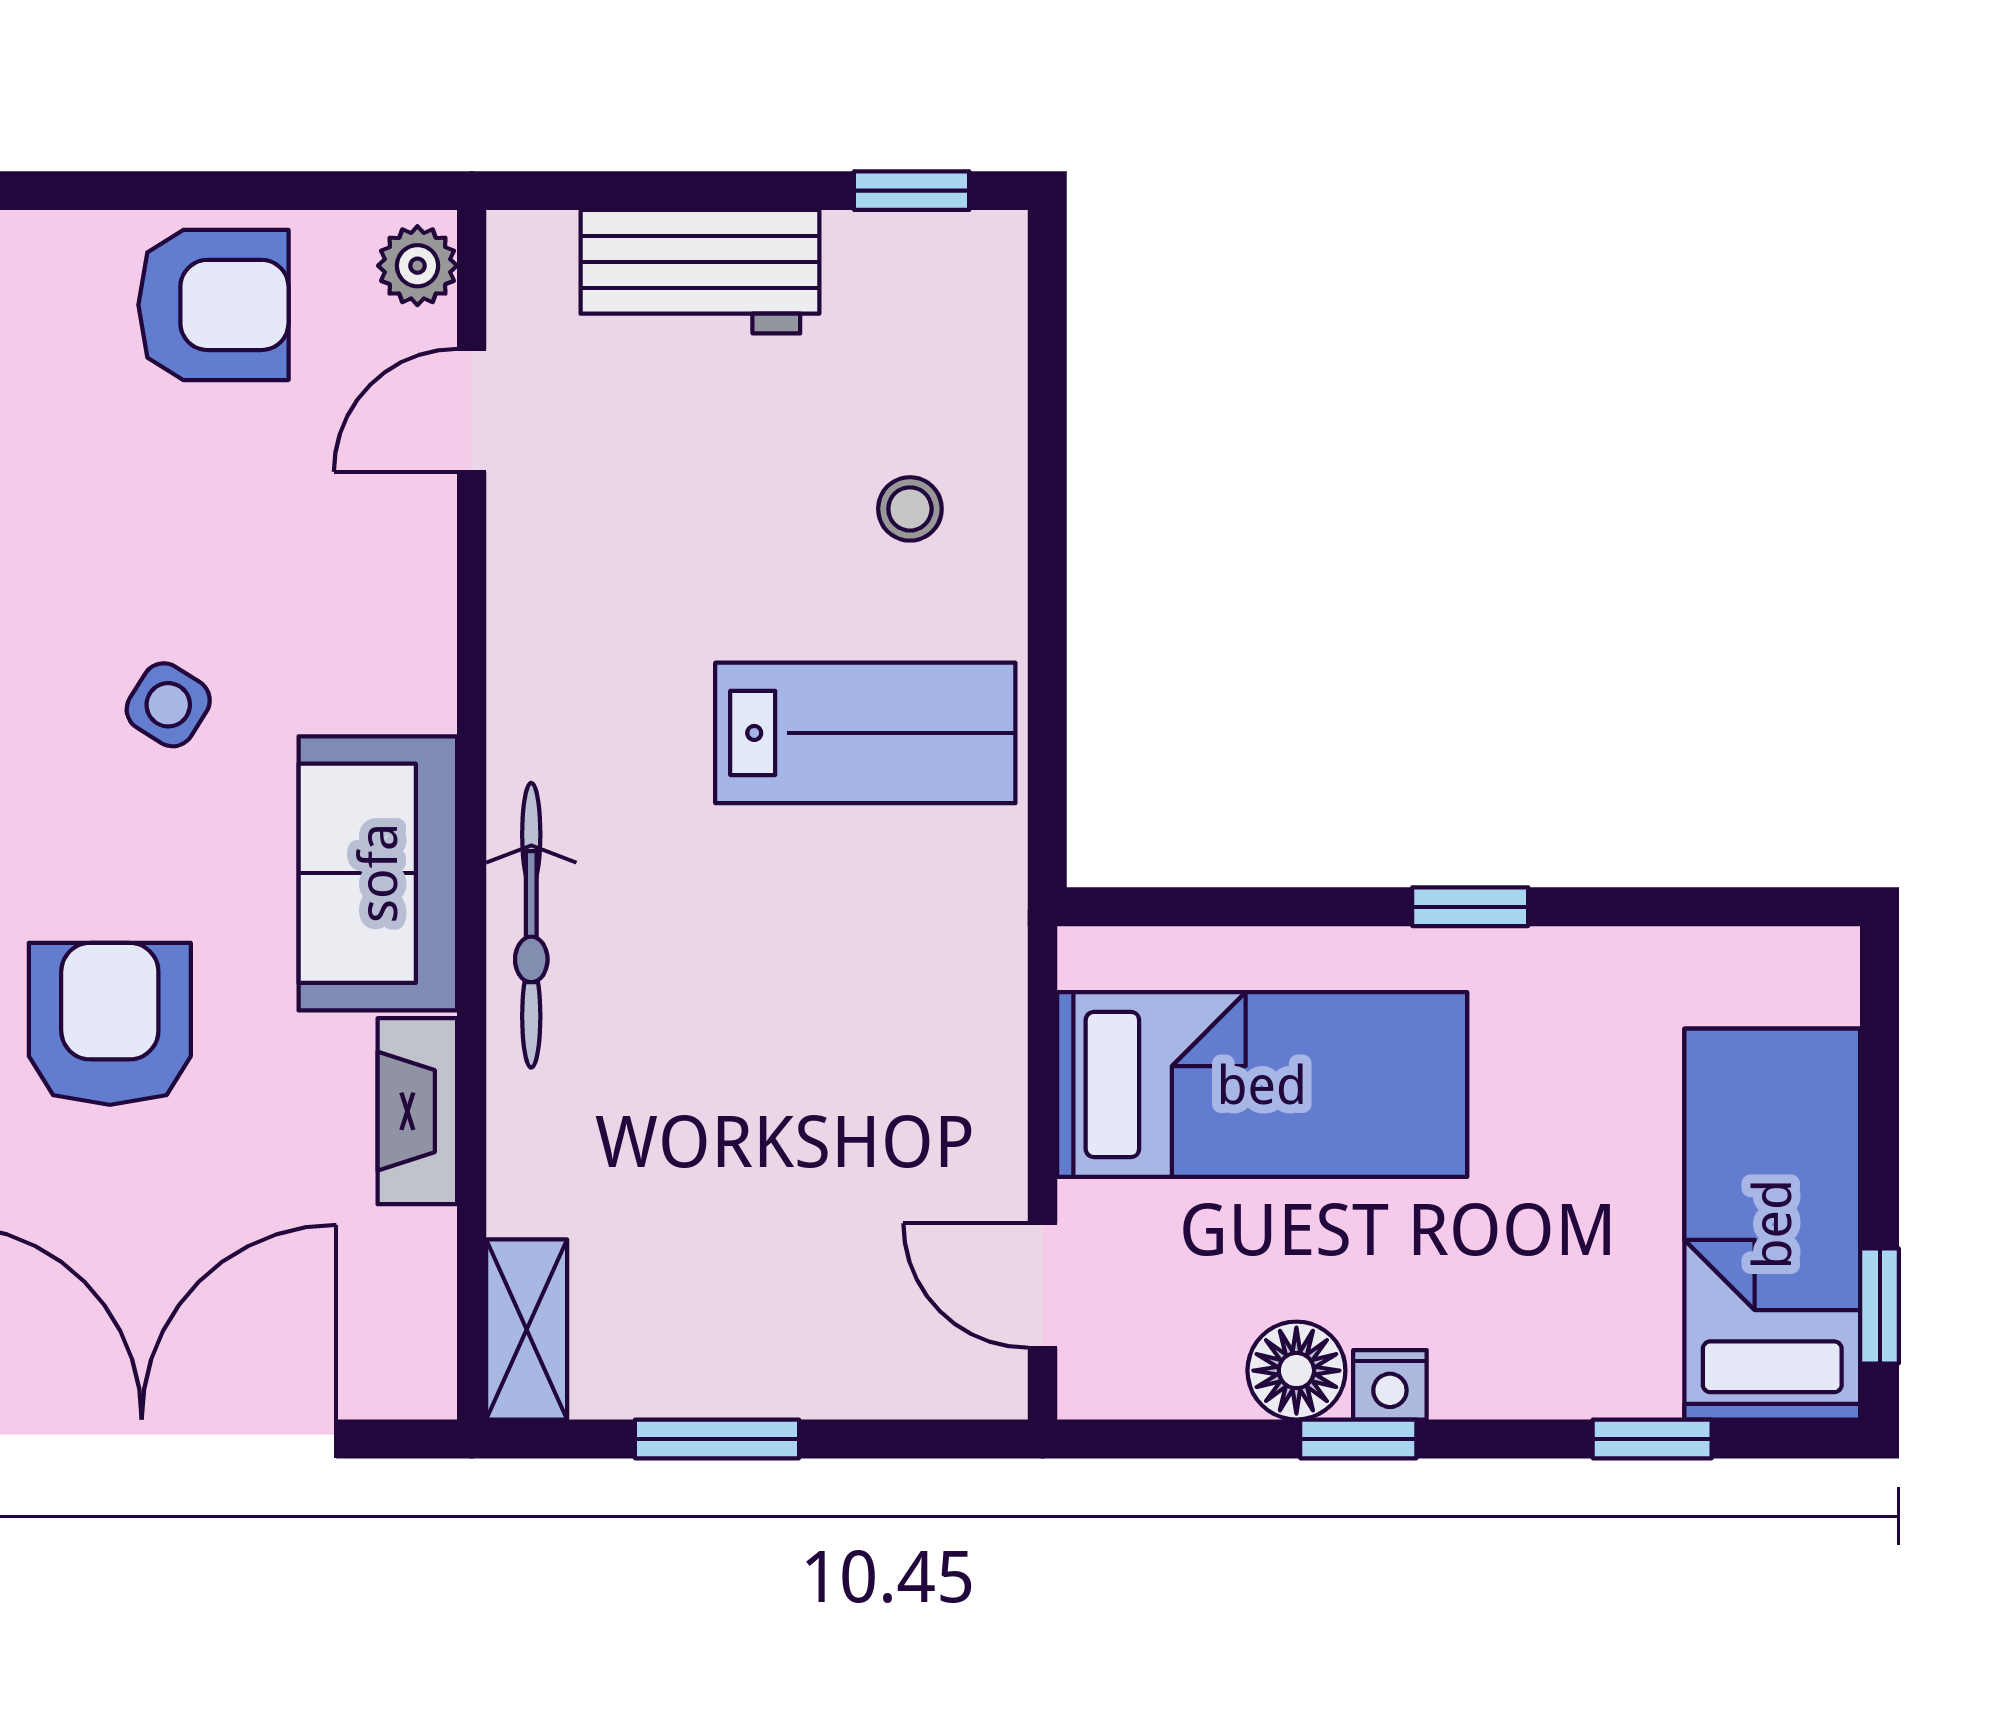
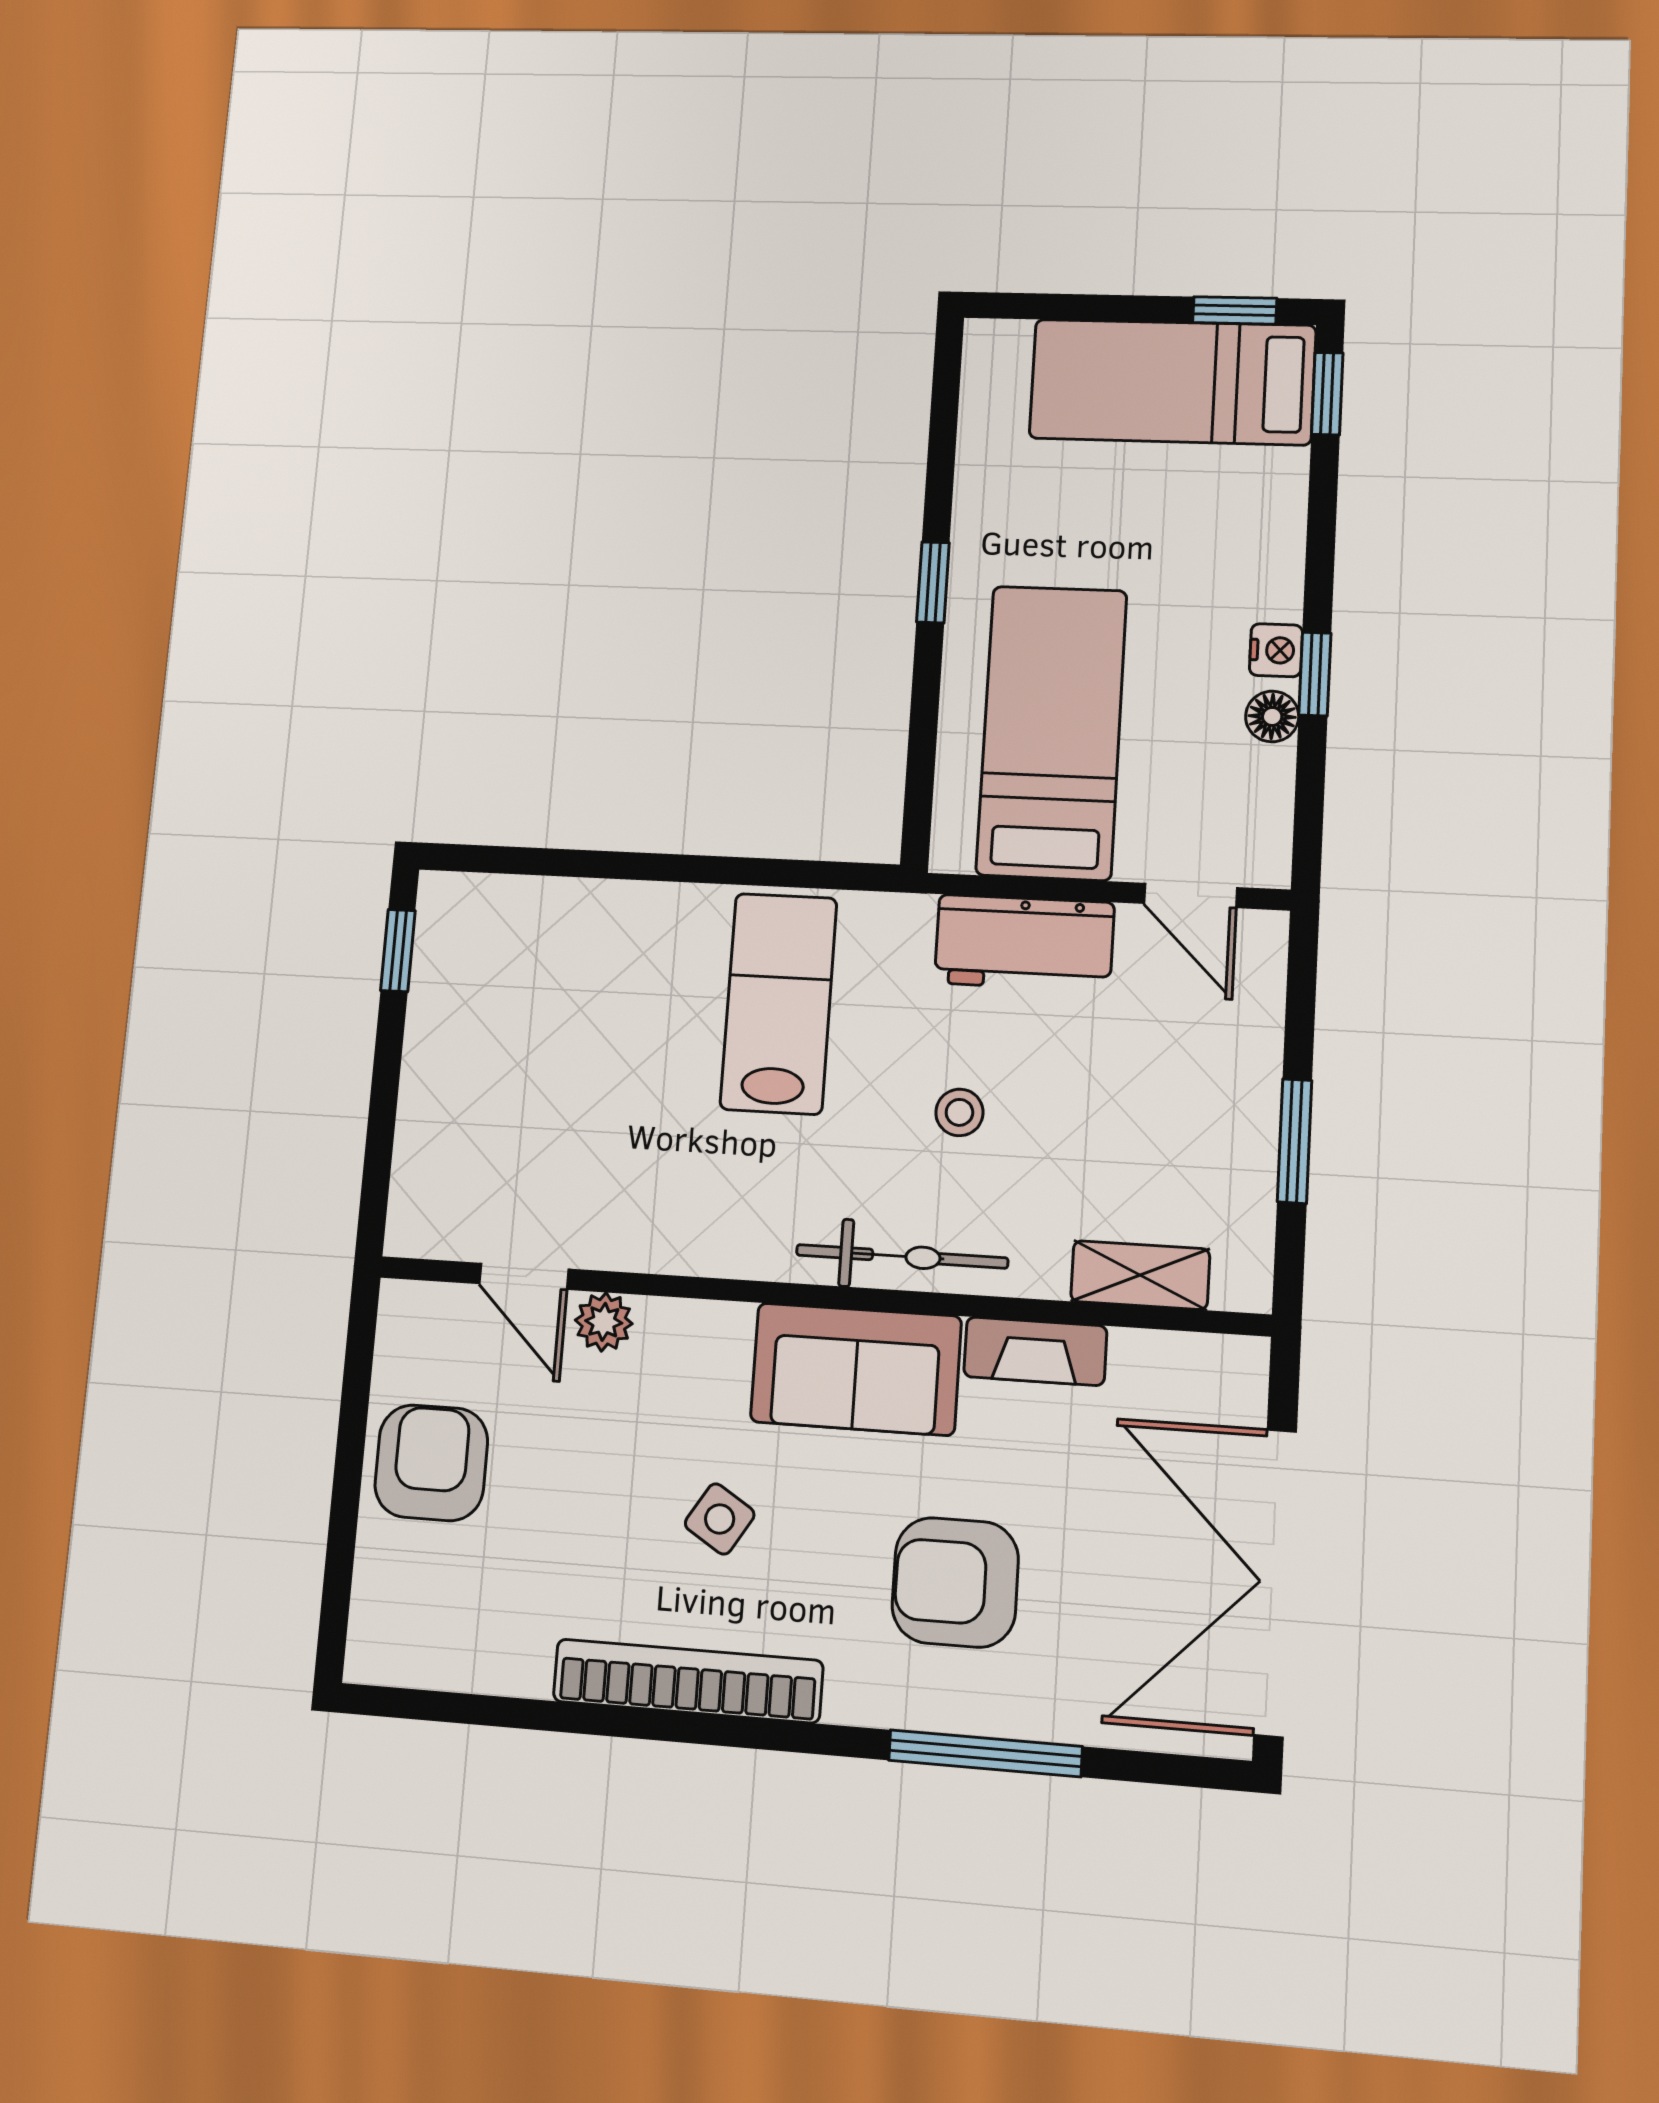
plant: (417, 266) -> (604, 1322), moved
workbench: (700, 272) -> (1024, 943), moved, turned 90
stool: (910, 509) -> (959, 1112), moved
door: (1043, 1285) -> (1190, 896), hinge flipped
shelving: (527, 1329) -> (1140, 1275), moved
floor lamp: (1296, 1371) -> (1272, 716), width x0.73, depth x0.73
window: (1652, 1439) -> (1327, 394), moved

